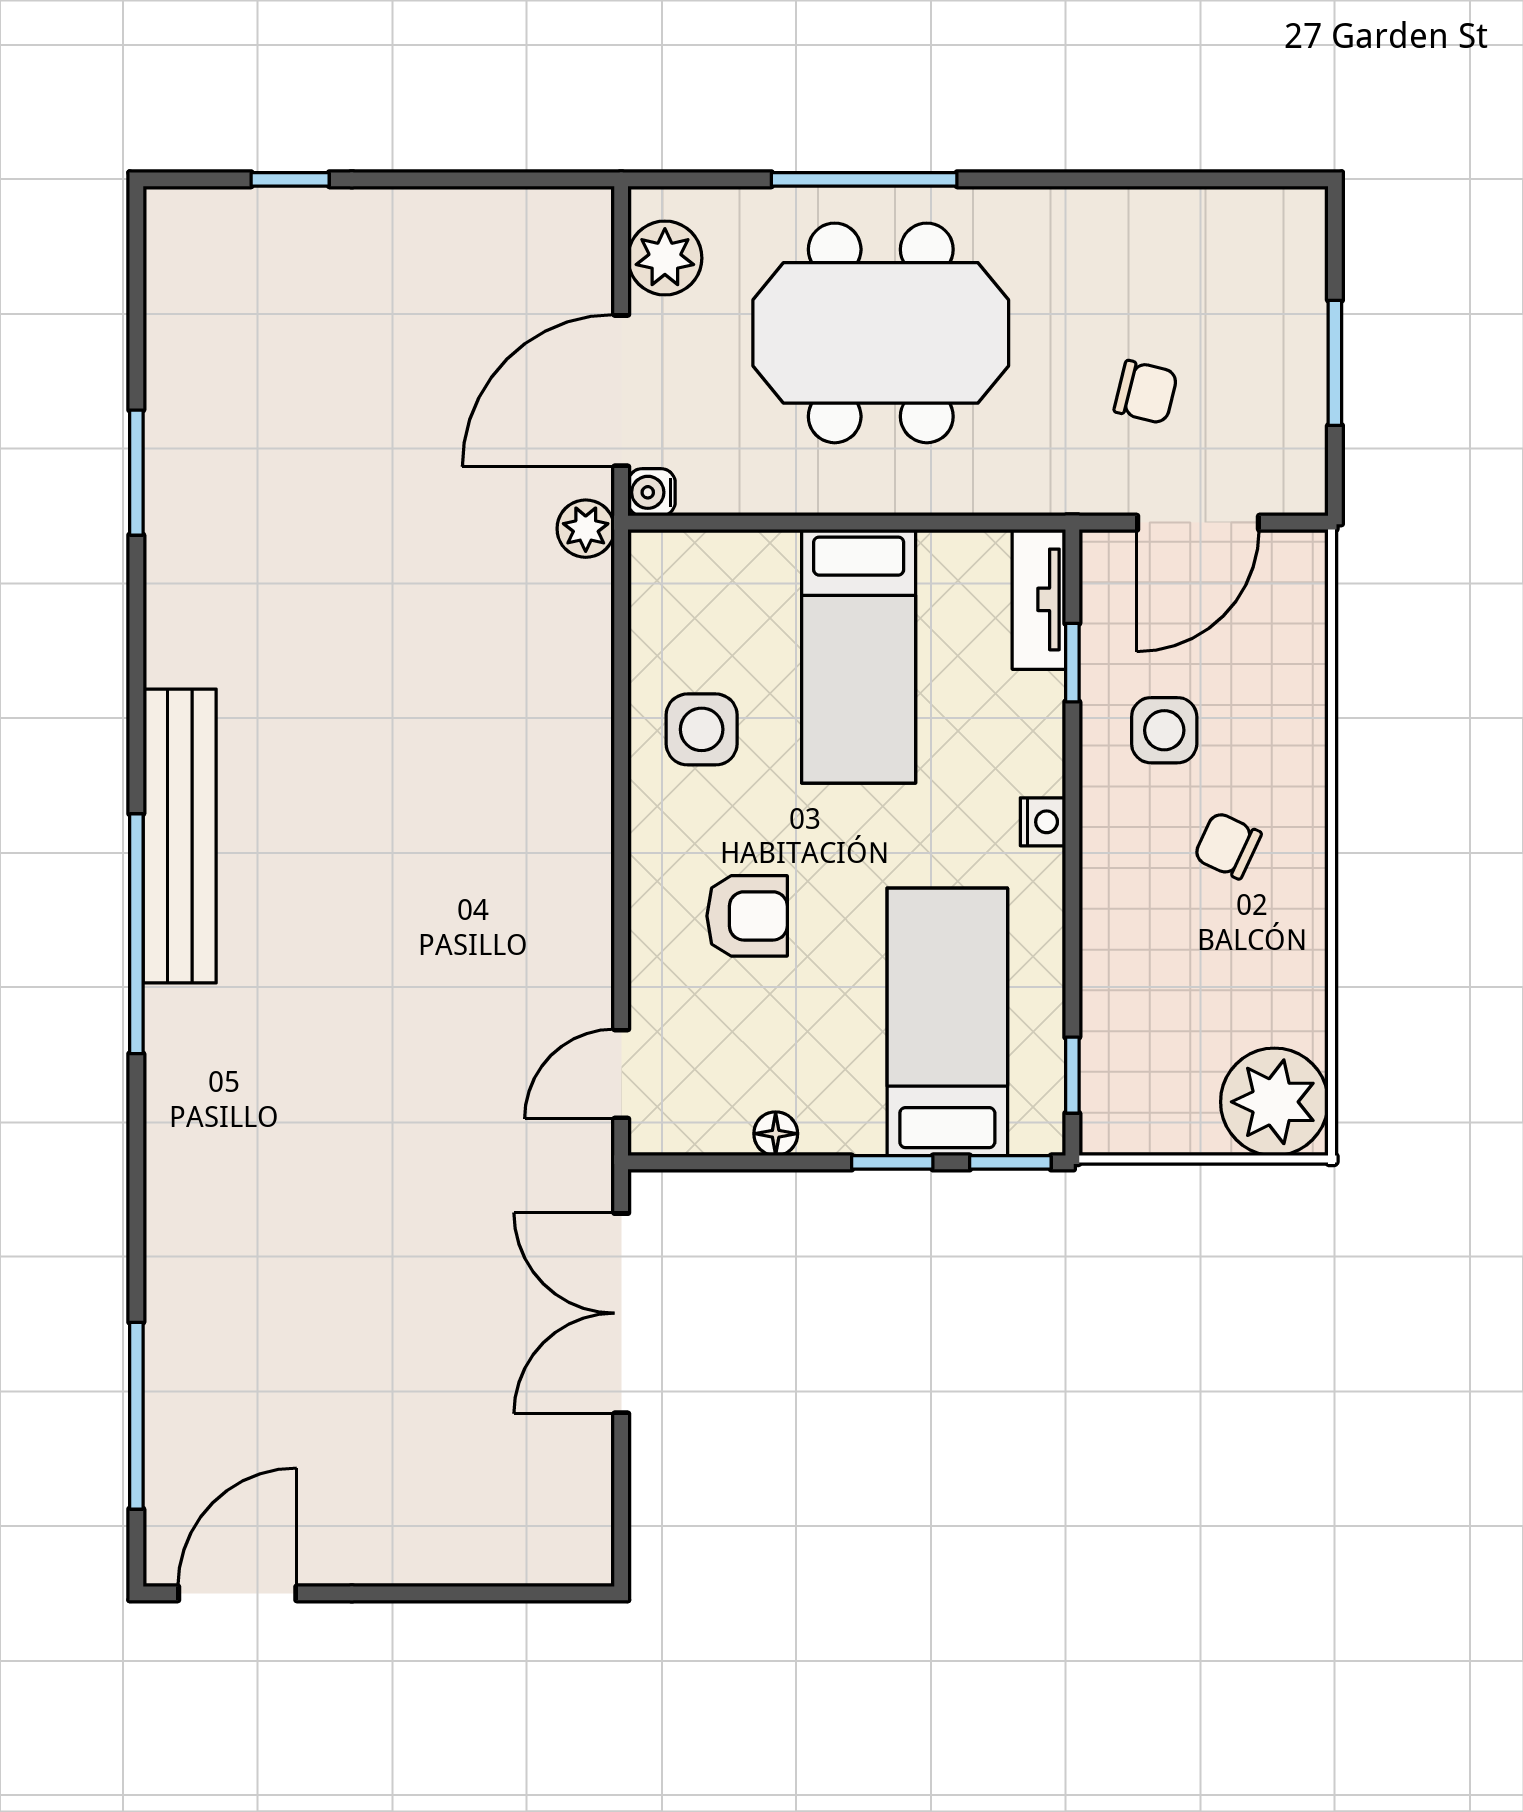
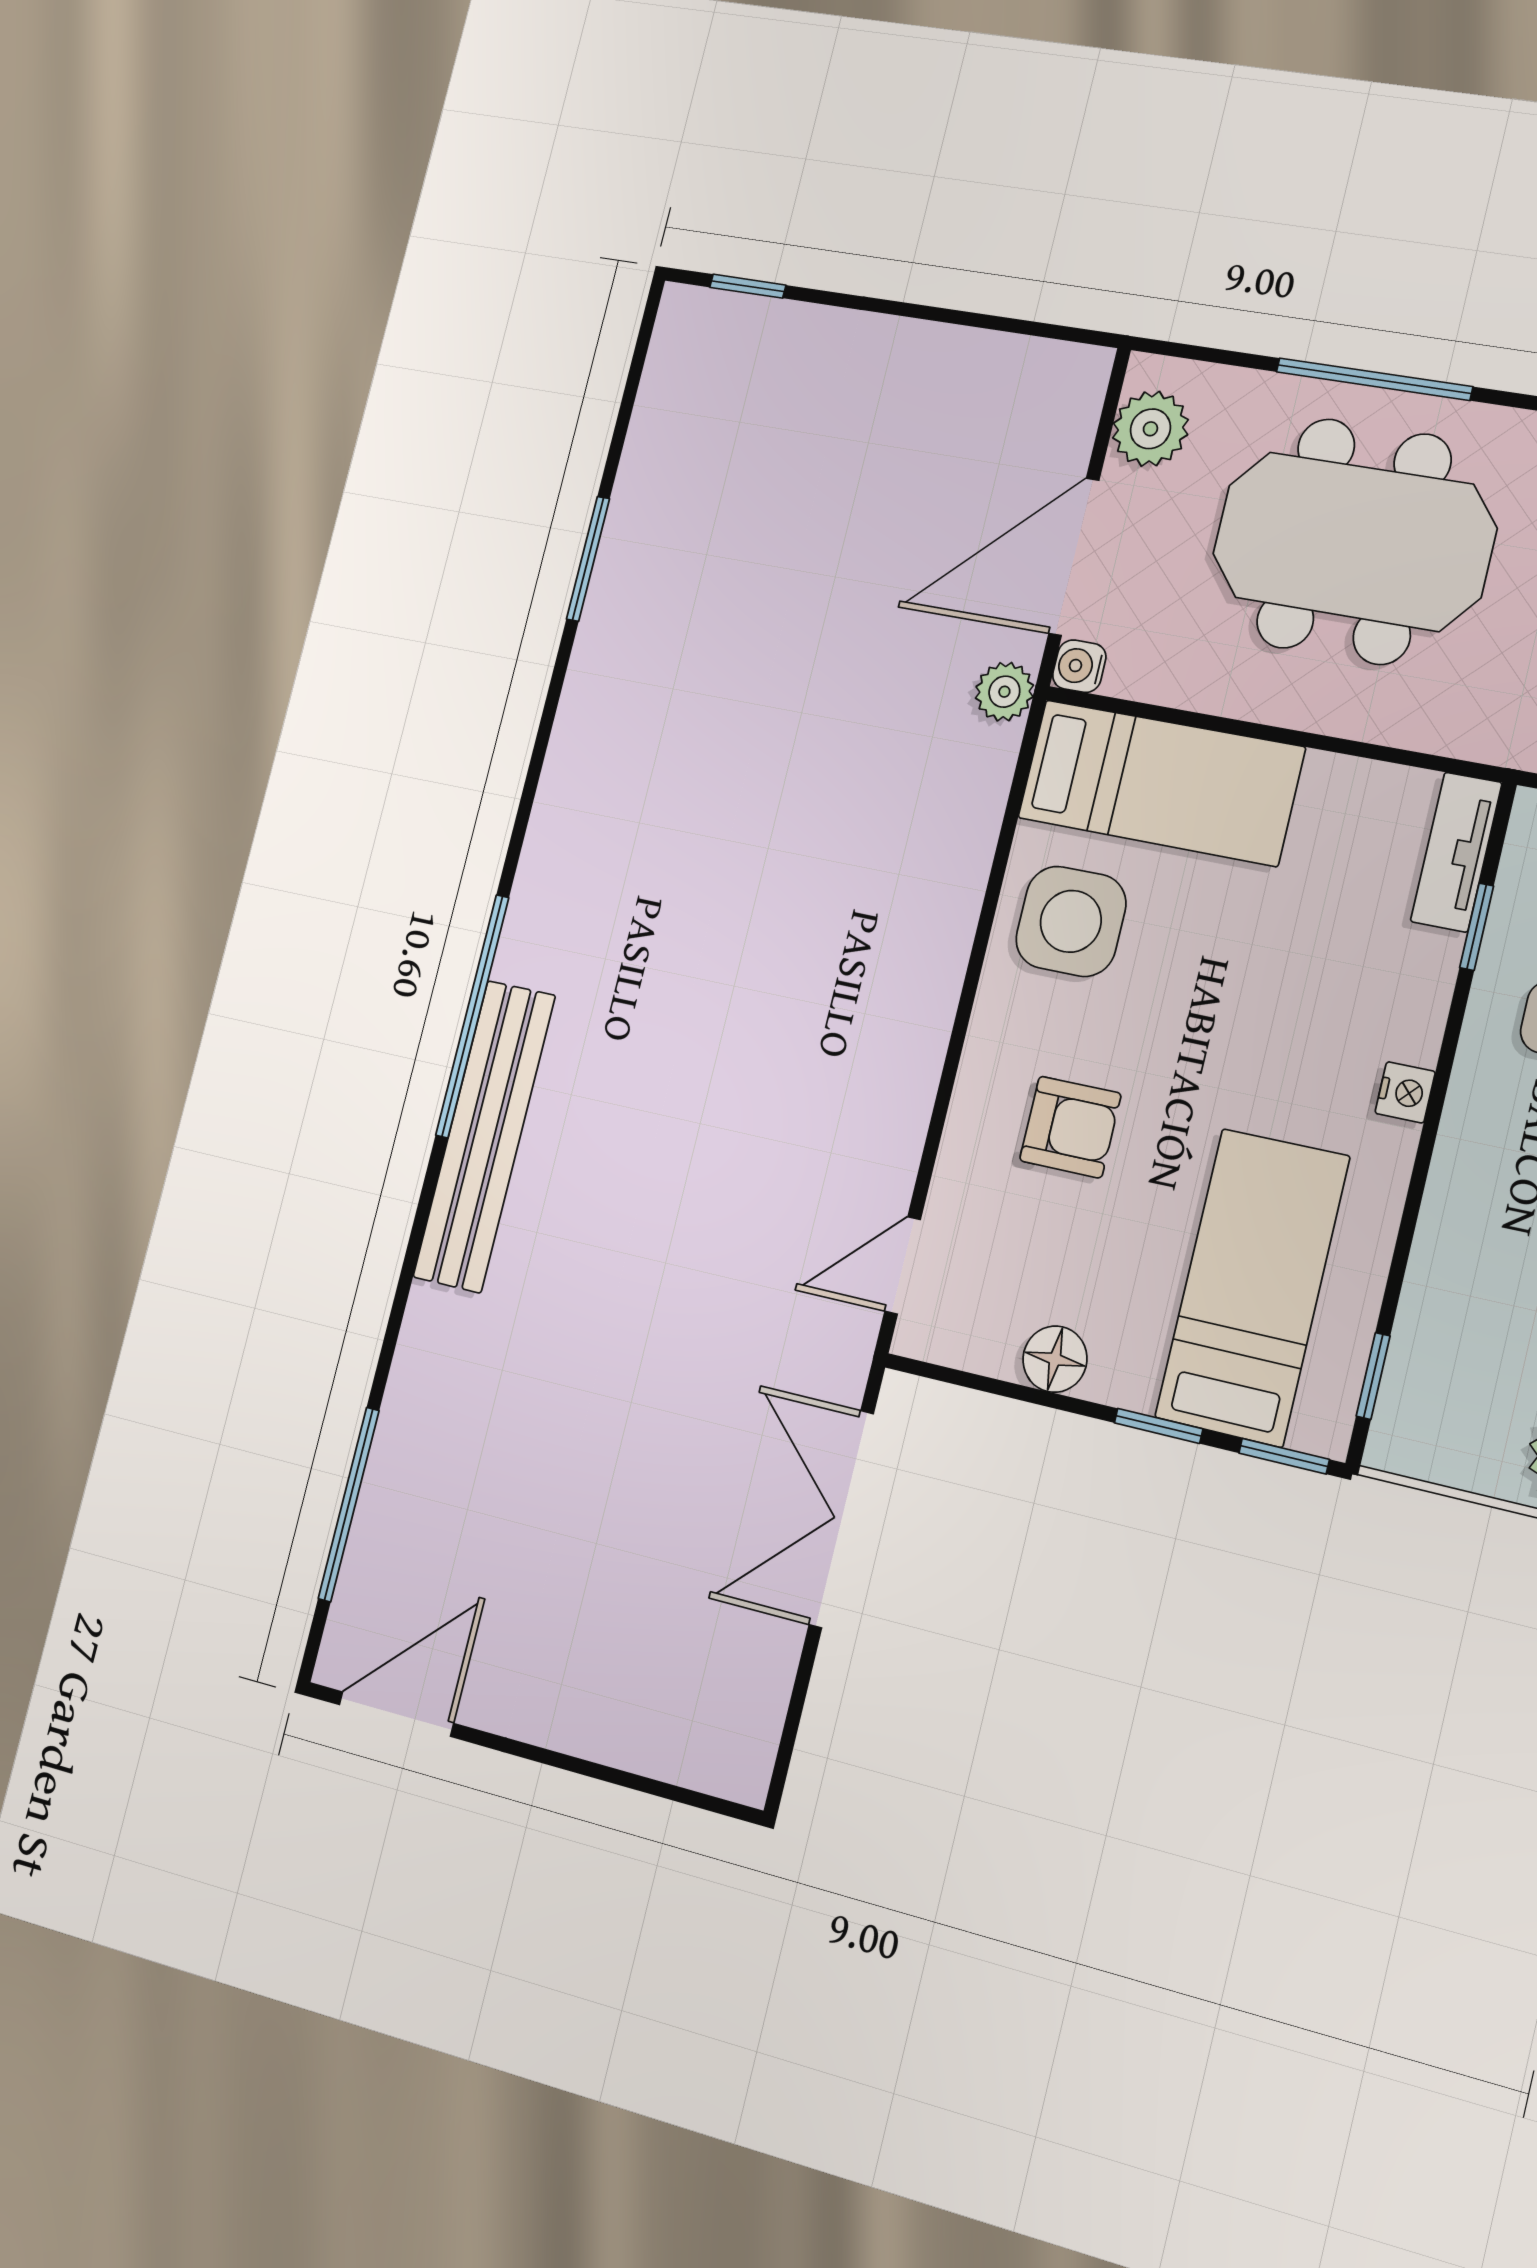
window: (290, 179) -> (748, 286), moved
bed: (859, 656) -> (1161, 783), moved, turned -90
side table: (702, 729) -> (1071, 921), width x1.37, depth x1.37
bench: (180, 836) -> (484, 1136), moved
floor lamp: (776, 1134) -> (1055, 1359), width x1.37, depth x1.37

